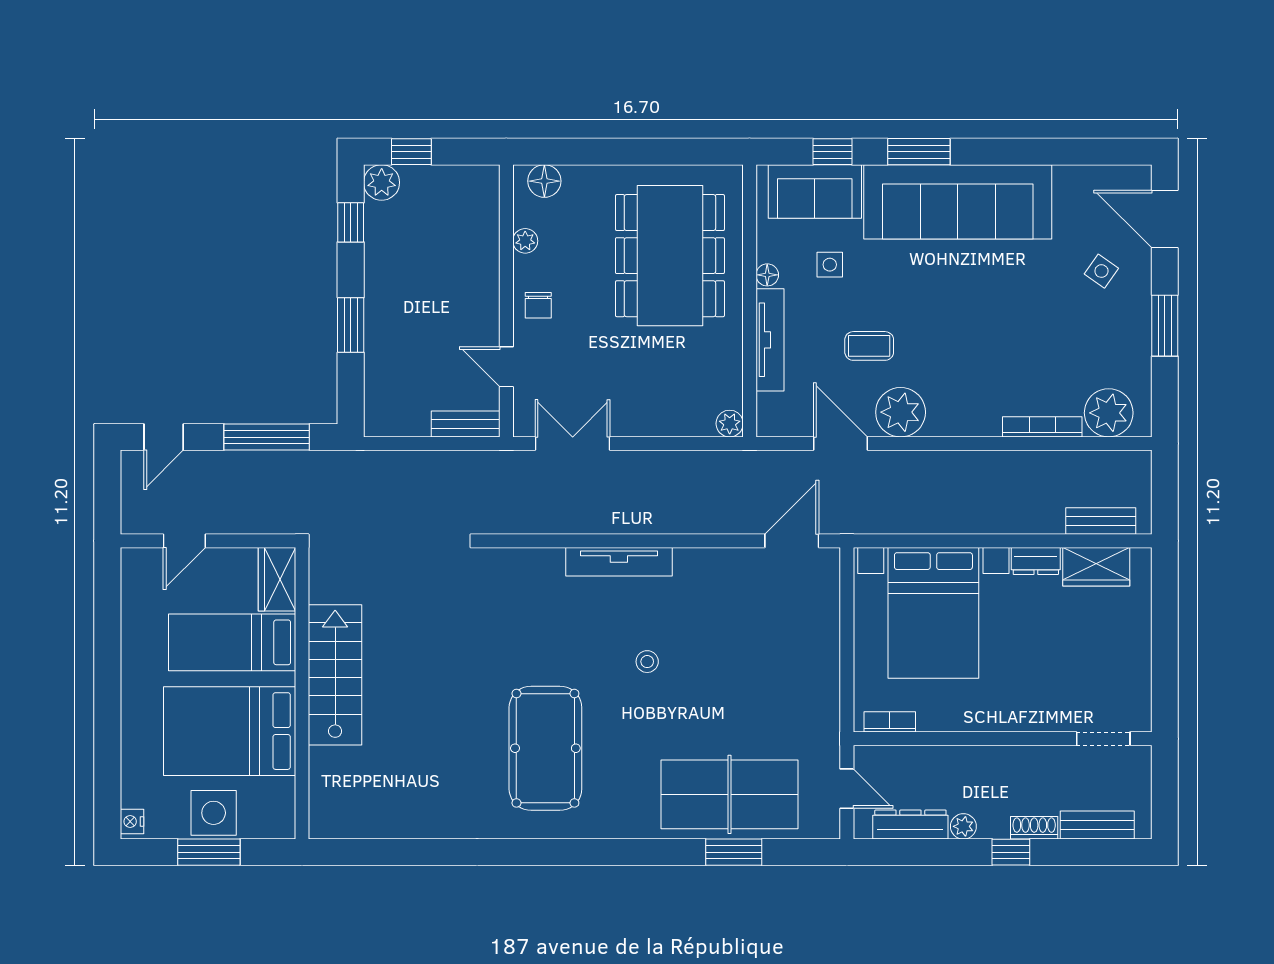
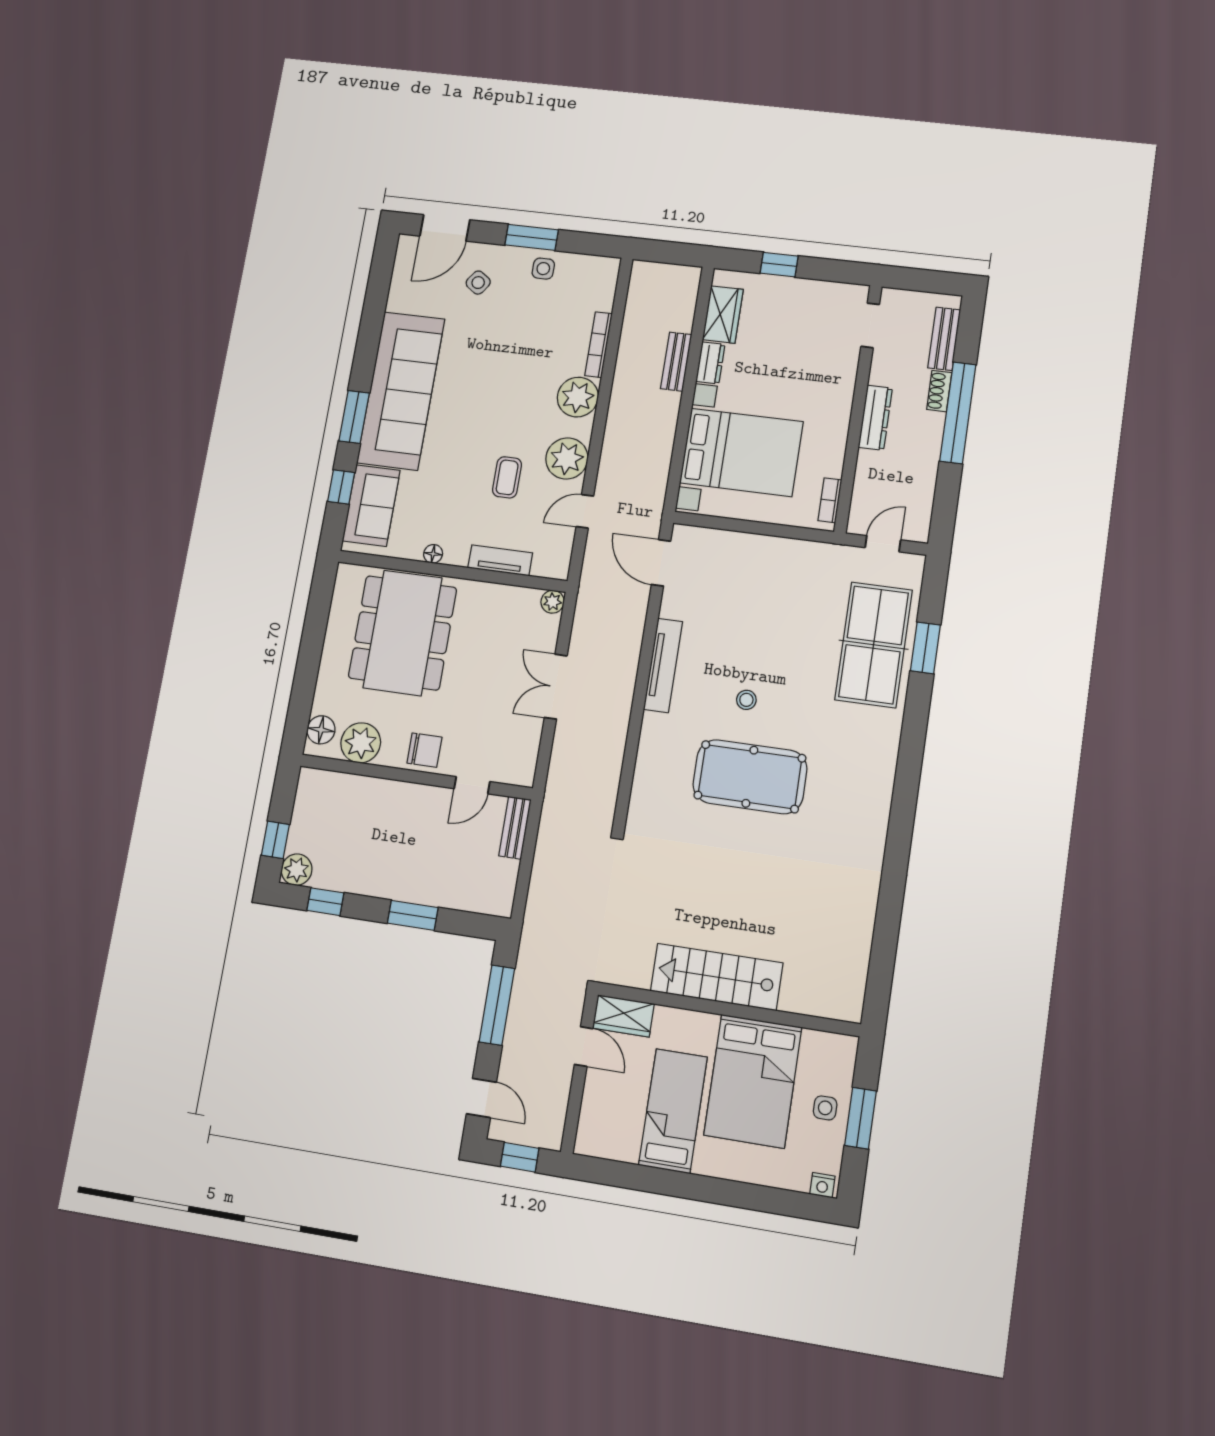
plant: (525, 241) -> (361, 743), width x1.88, depth x1.88
dining table: (670, 256) -> (403, 633), turned 90
side table: (830, 265) -> (543, 269), moved
chair: (538, 305) -> (424, 750), width x1.37, depth x1.37
tv unit: (770, 340) -> (500, 560), width x0.71
plant: (1109, 413) -> (578, 397), moved
double door: (573, 444) -> (556, 687), moved
door: (841, 444) -> (585, 511), width x0.73
window: (107, 490) -> (520, 1157), added
bench: (1101, 521) -> (676, 362), moved
door: (184, 541) -> (584, 1047), moved
tv unit: (619, 562) -> (663, 665), moved
window: (1165, 623) -> (779, 265), added
bed: (232, 642) -> (673, 1111), moved, turned 180
pool table: (545, 748) -> (750, 777), moved
side table: (214, 813) -> (825, 1108), width x0.54, depth x0.54
dresser: (910, 825) -> (875, 418), moved, turned 180
plant: (963, 826) -> (930, 450), removed
window: (1011, 852) -> (958, 413), width x3.17

